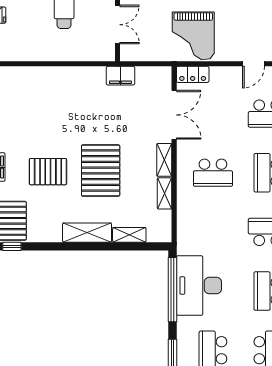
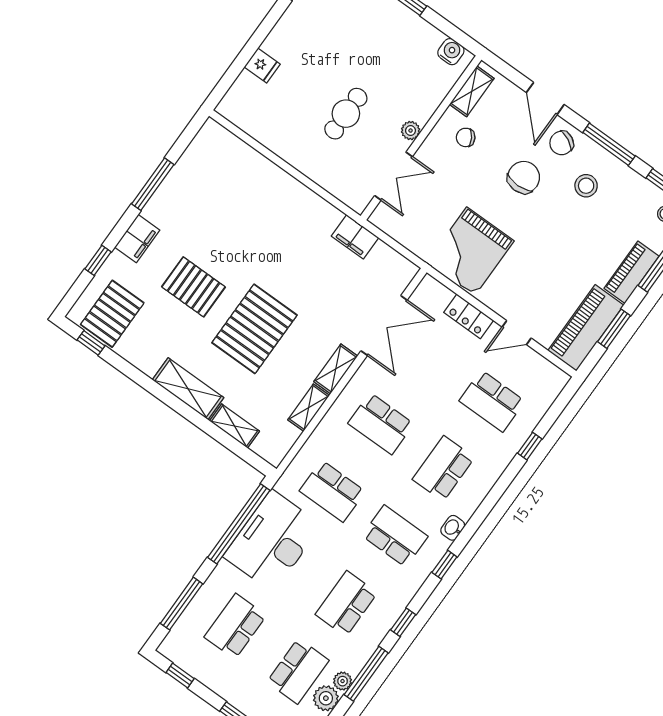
locker: (193, 74) -> (469, 316), moved
school desk: (213, 232) -> (332, 491), added

